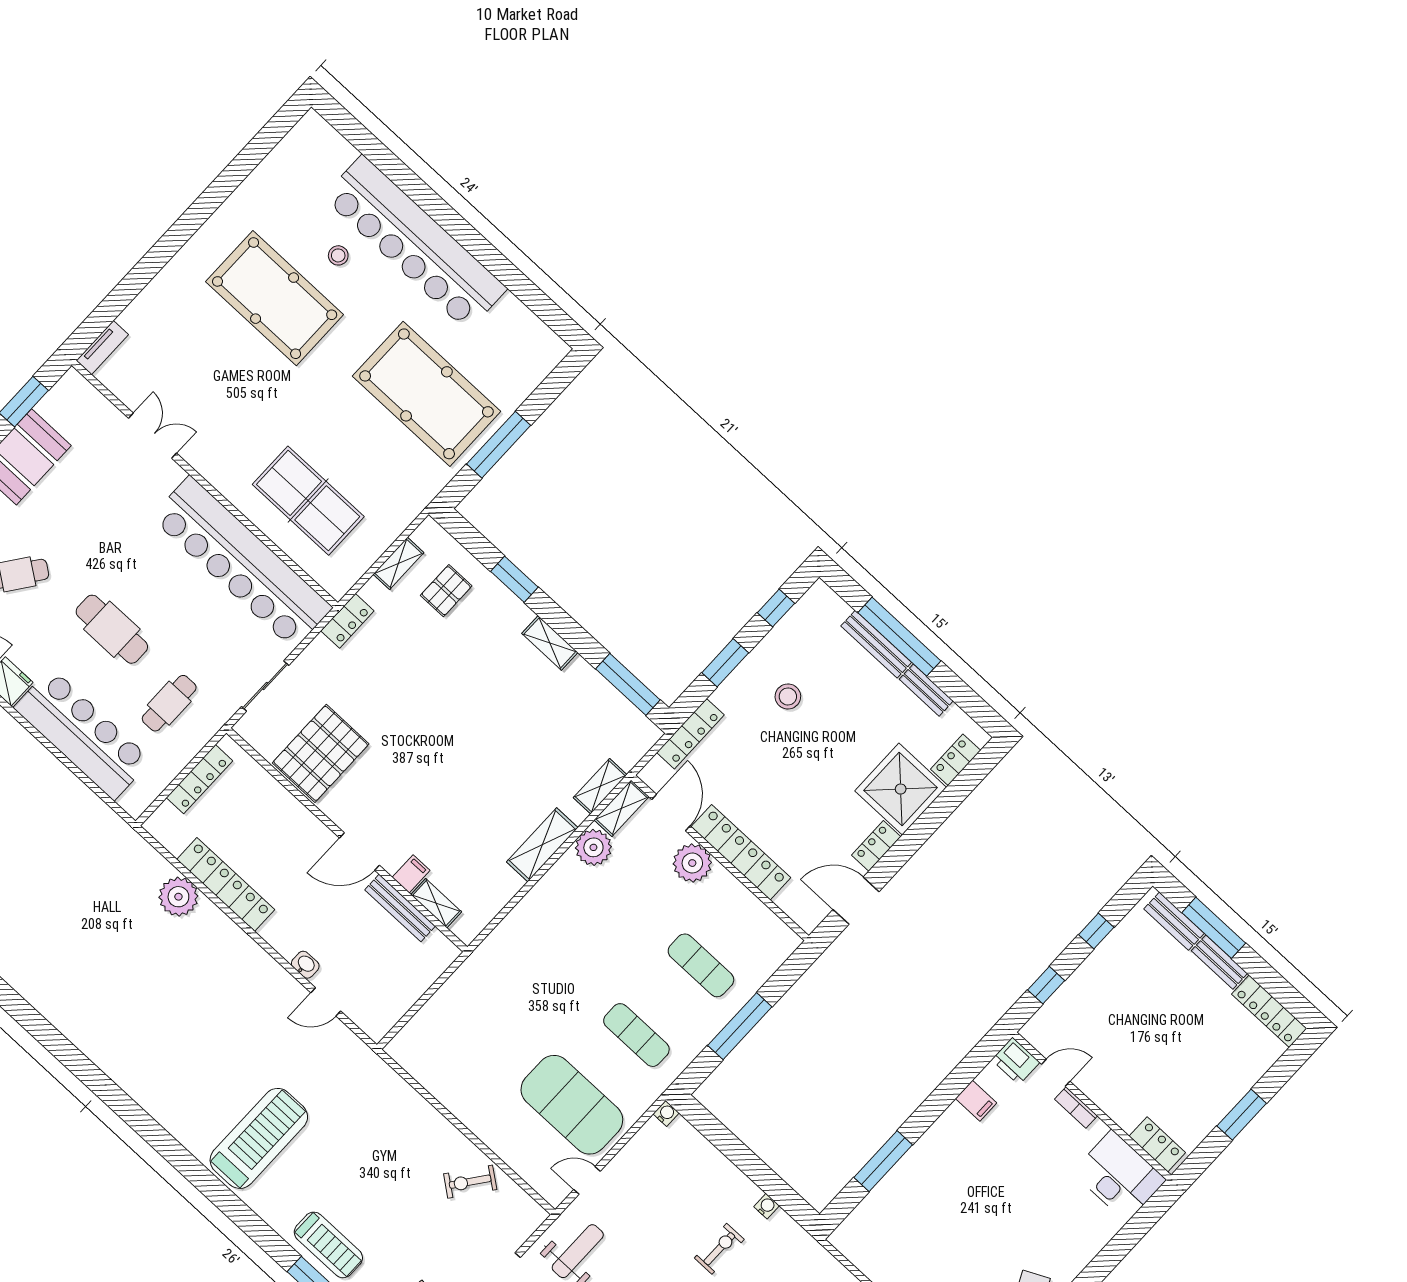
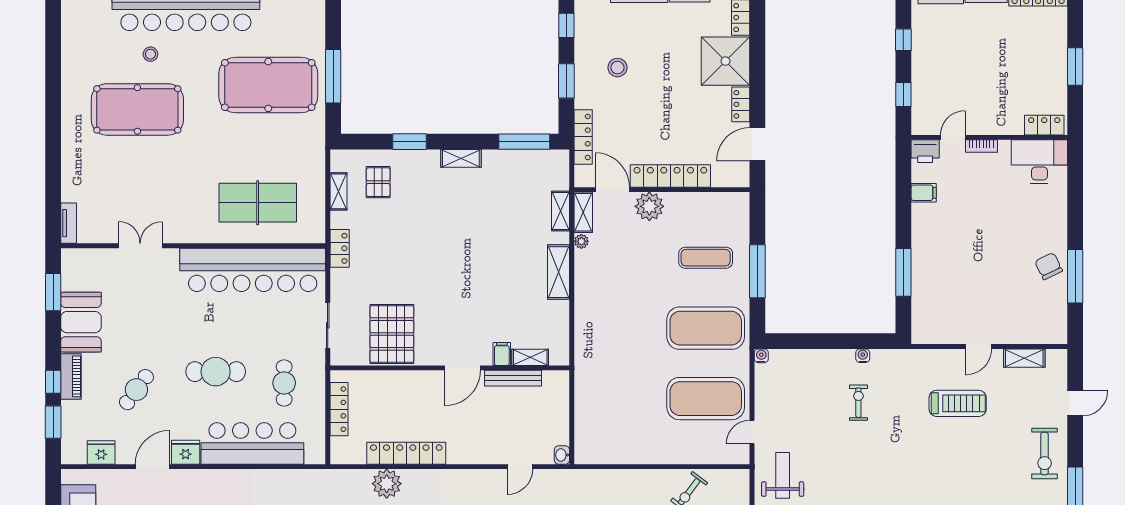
plant: (593, 847) -> (581, 241), width x0.53, depth x0.53
washbasin: (305, 965) -> (562, 455), moved, turned -90
exercise mat: (636, 1035) -> (706, 328), width x2.00, depth x1.45

